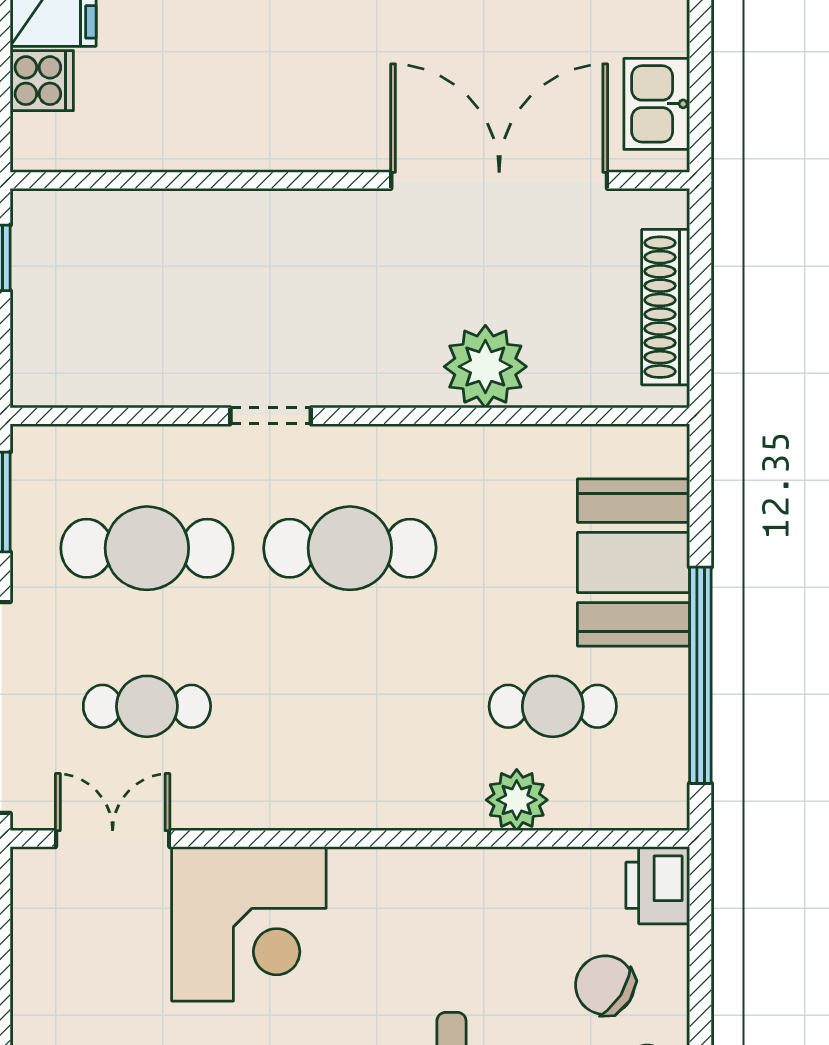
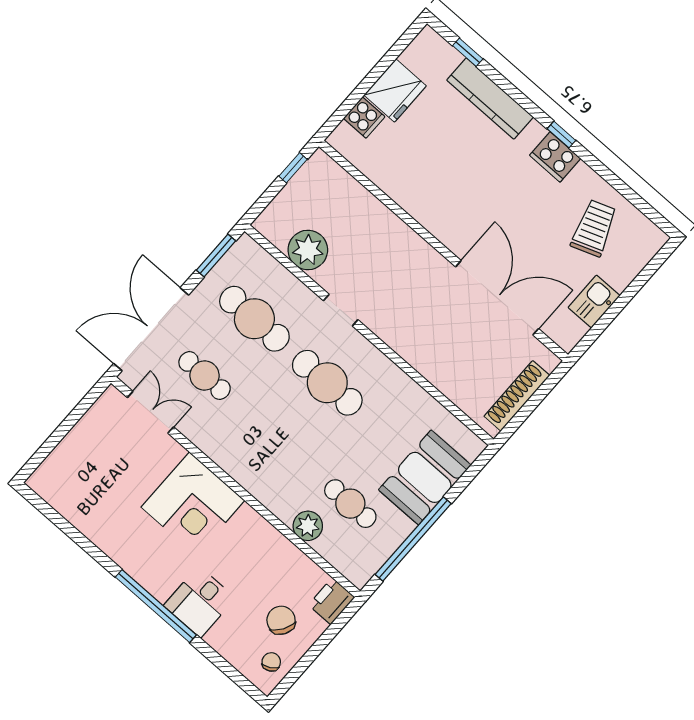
kitchen sink: (657, 104) -> (594, 302), moved
plant: (485, 367) -> (308, 250), moved
corner desk: (249, 924) -> (193, 504), moved

